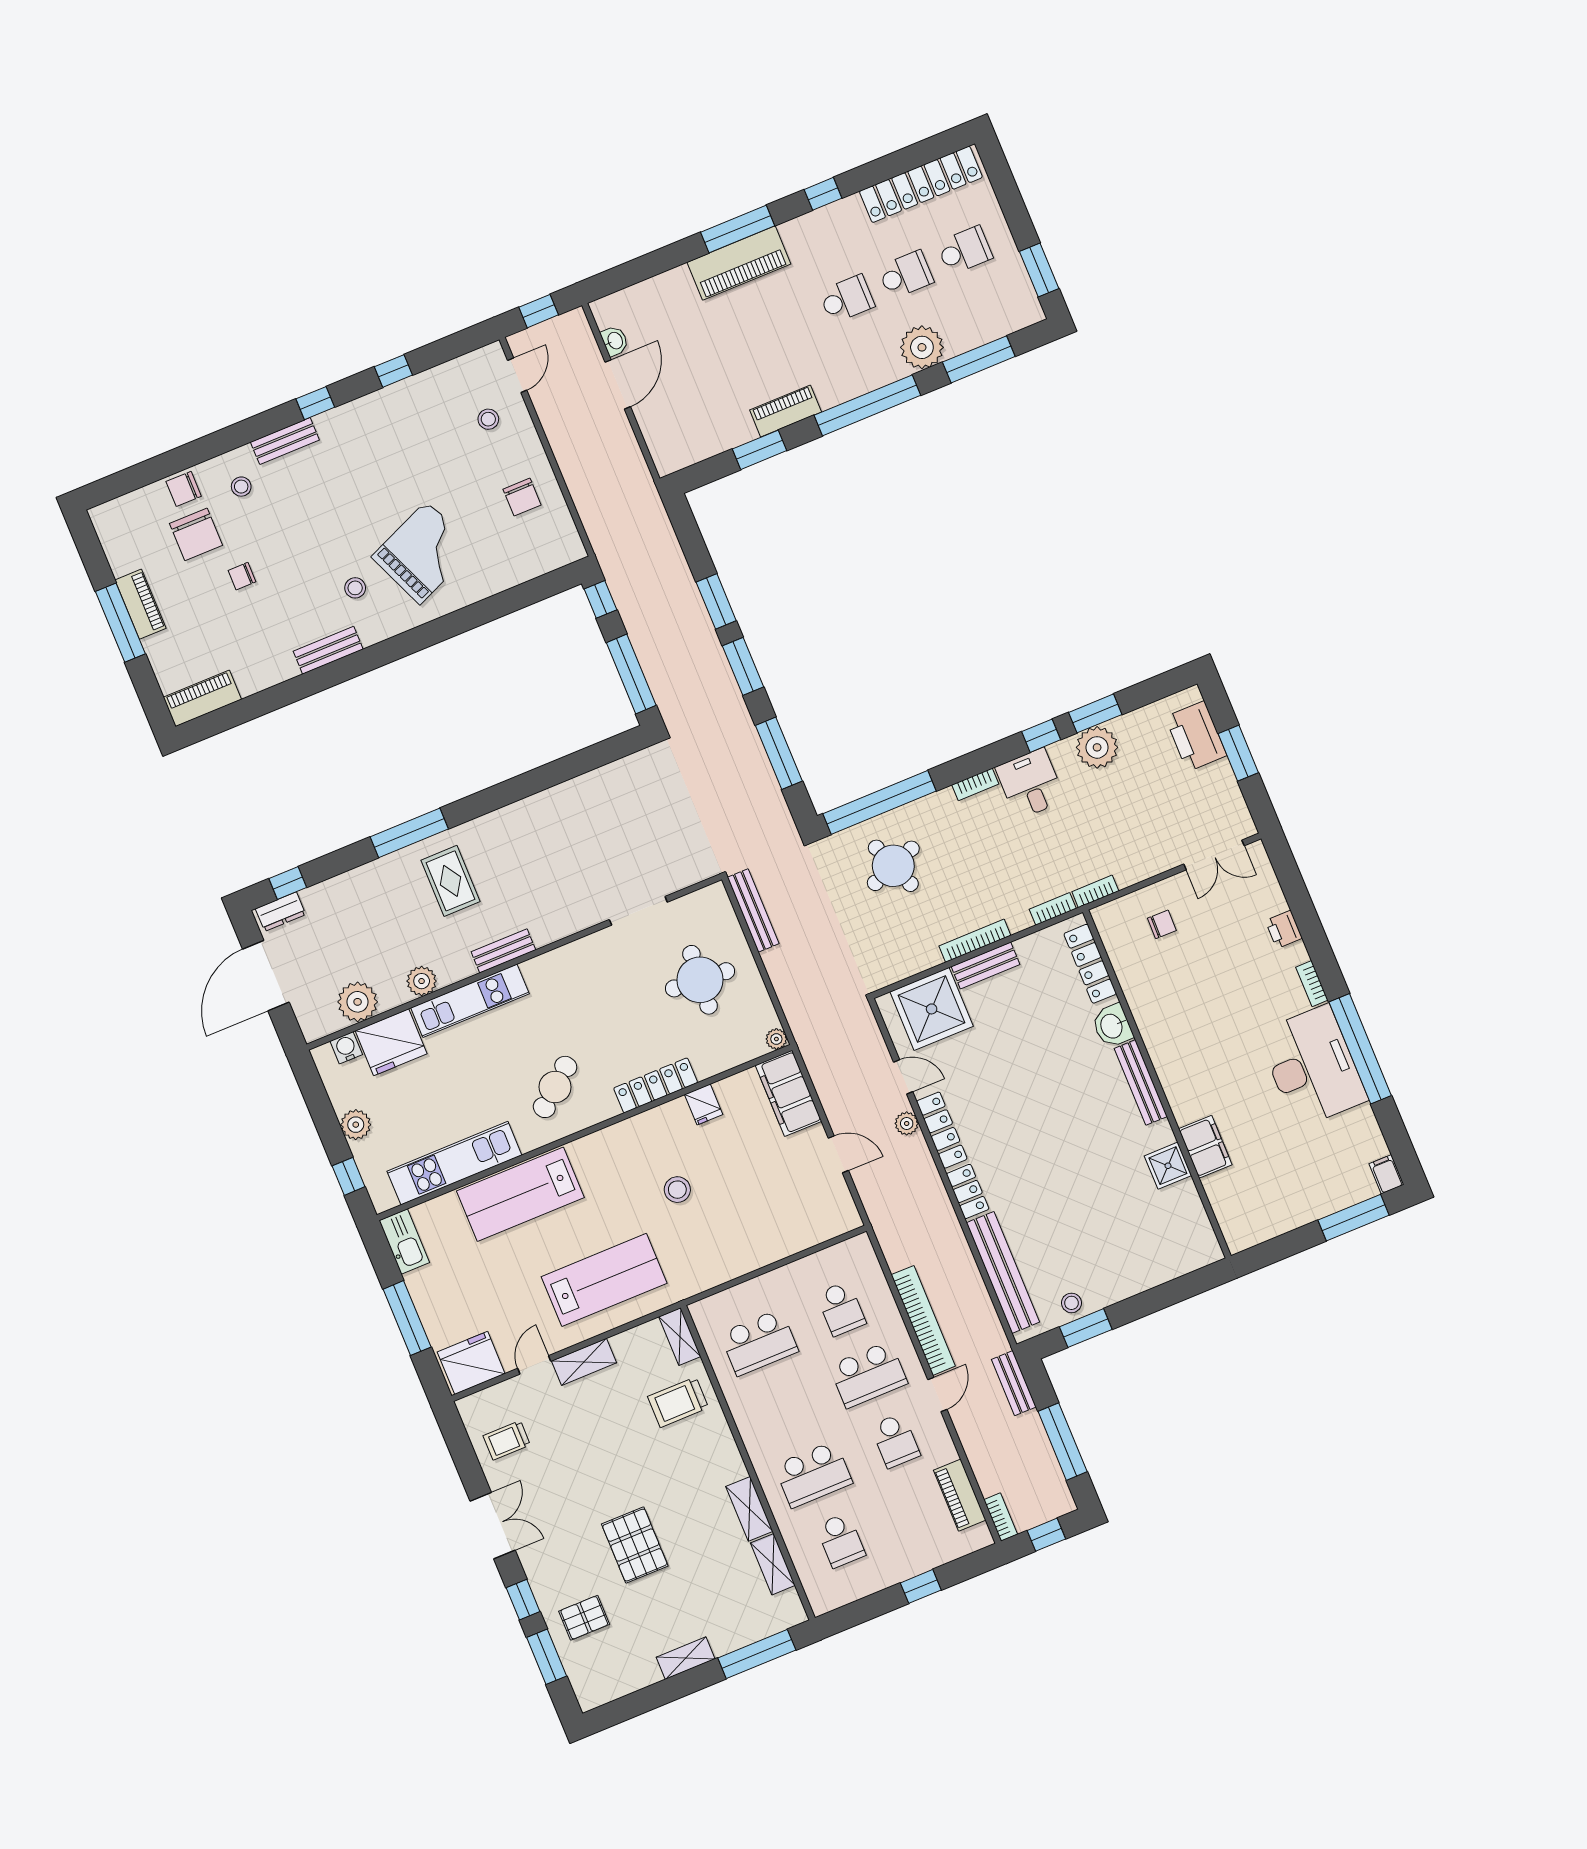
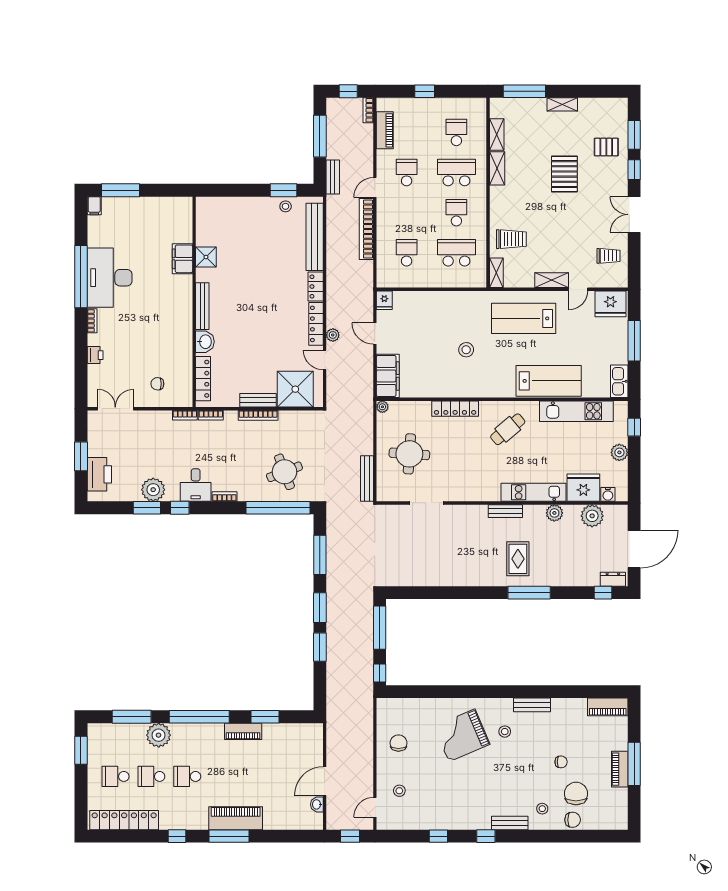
fridge: (704, 1104) -> (384, 300), moved, turned 180
school desk: (868, 1375) -> (456, 213), moved, width x0.54

